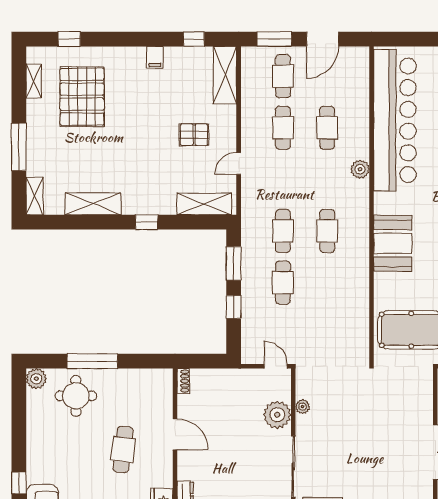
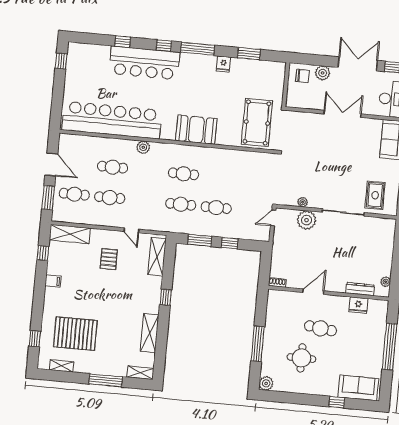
round table: (76, 396) -> (301, 358), moved

